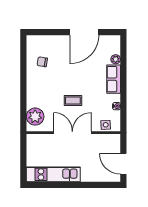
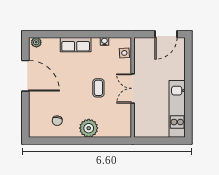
plant: (116, 59) -> (36, 42), moved
plant: (35, 117) -> (89, 128), moved
double door: (72, 133) -> (133, 88), width x0.73

